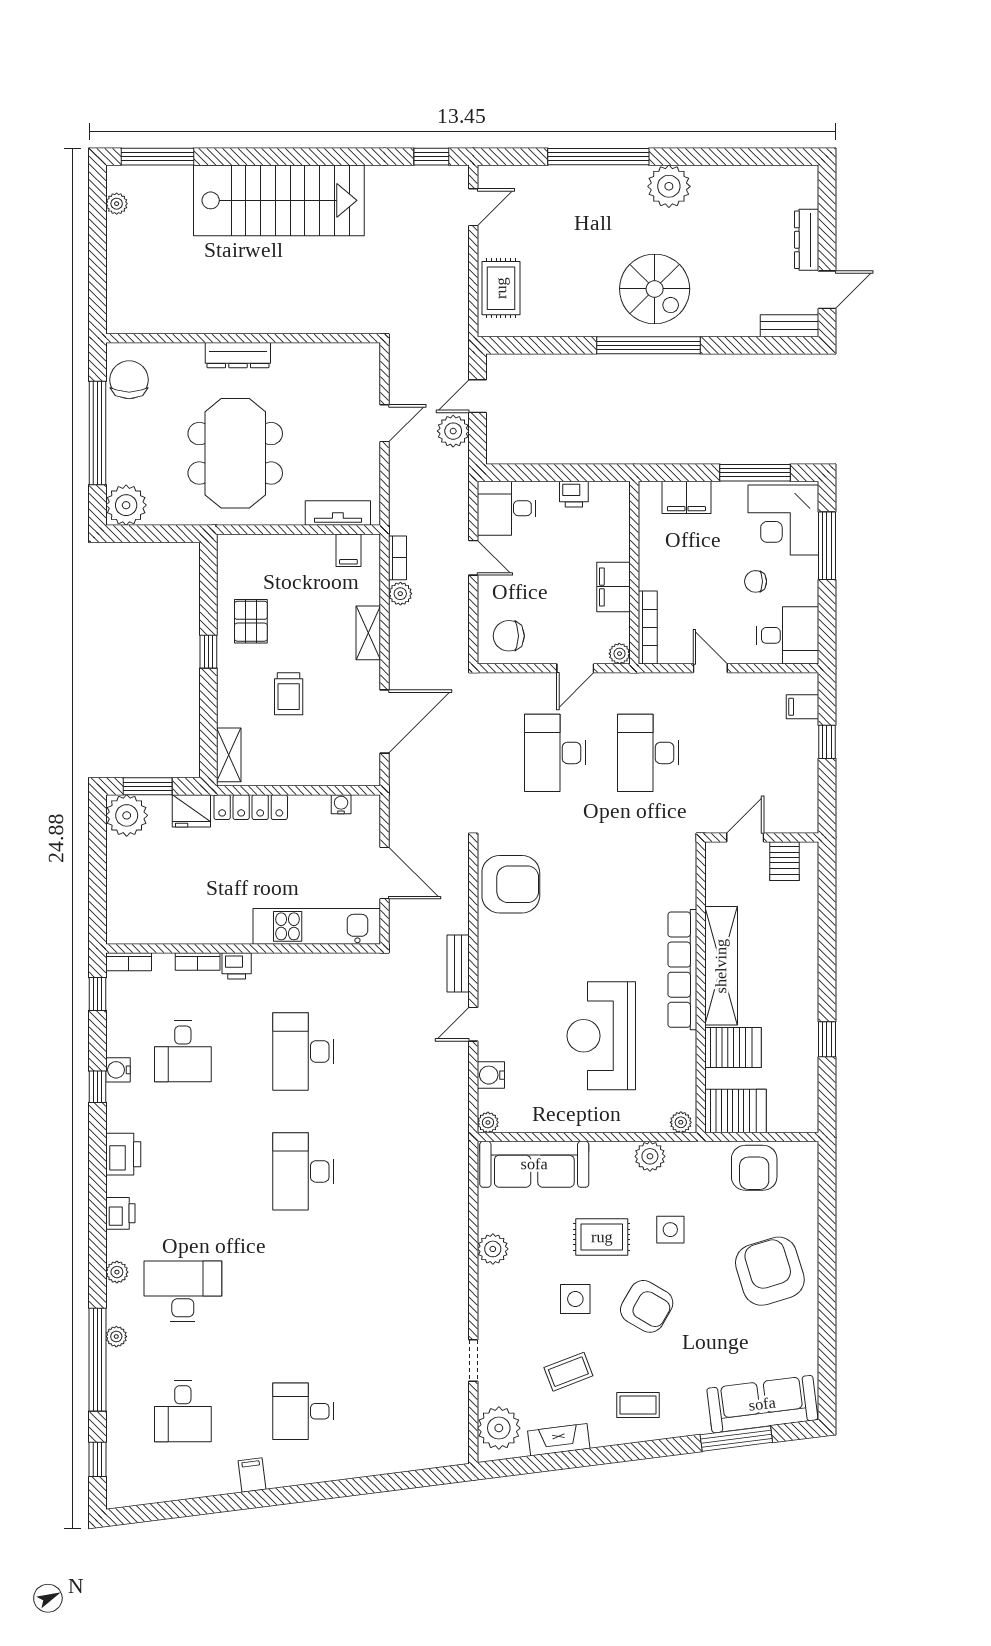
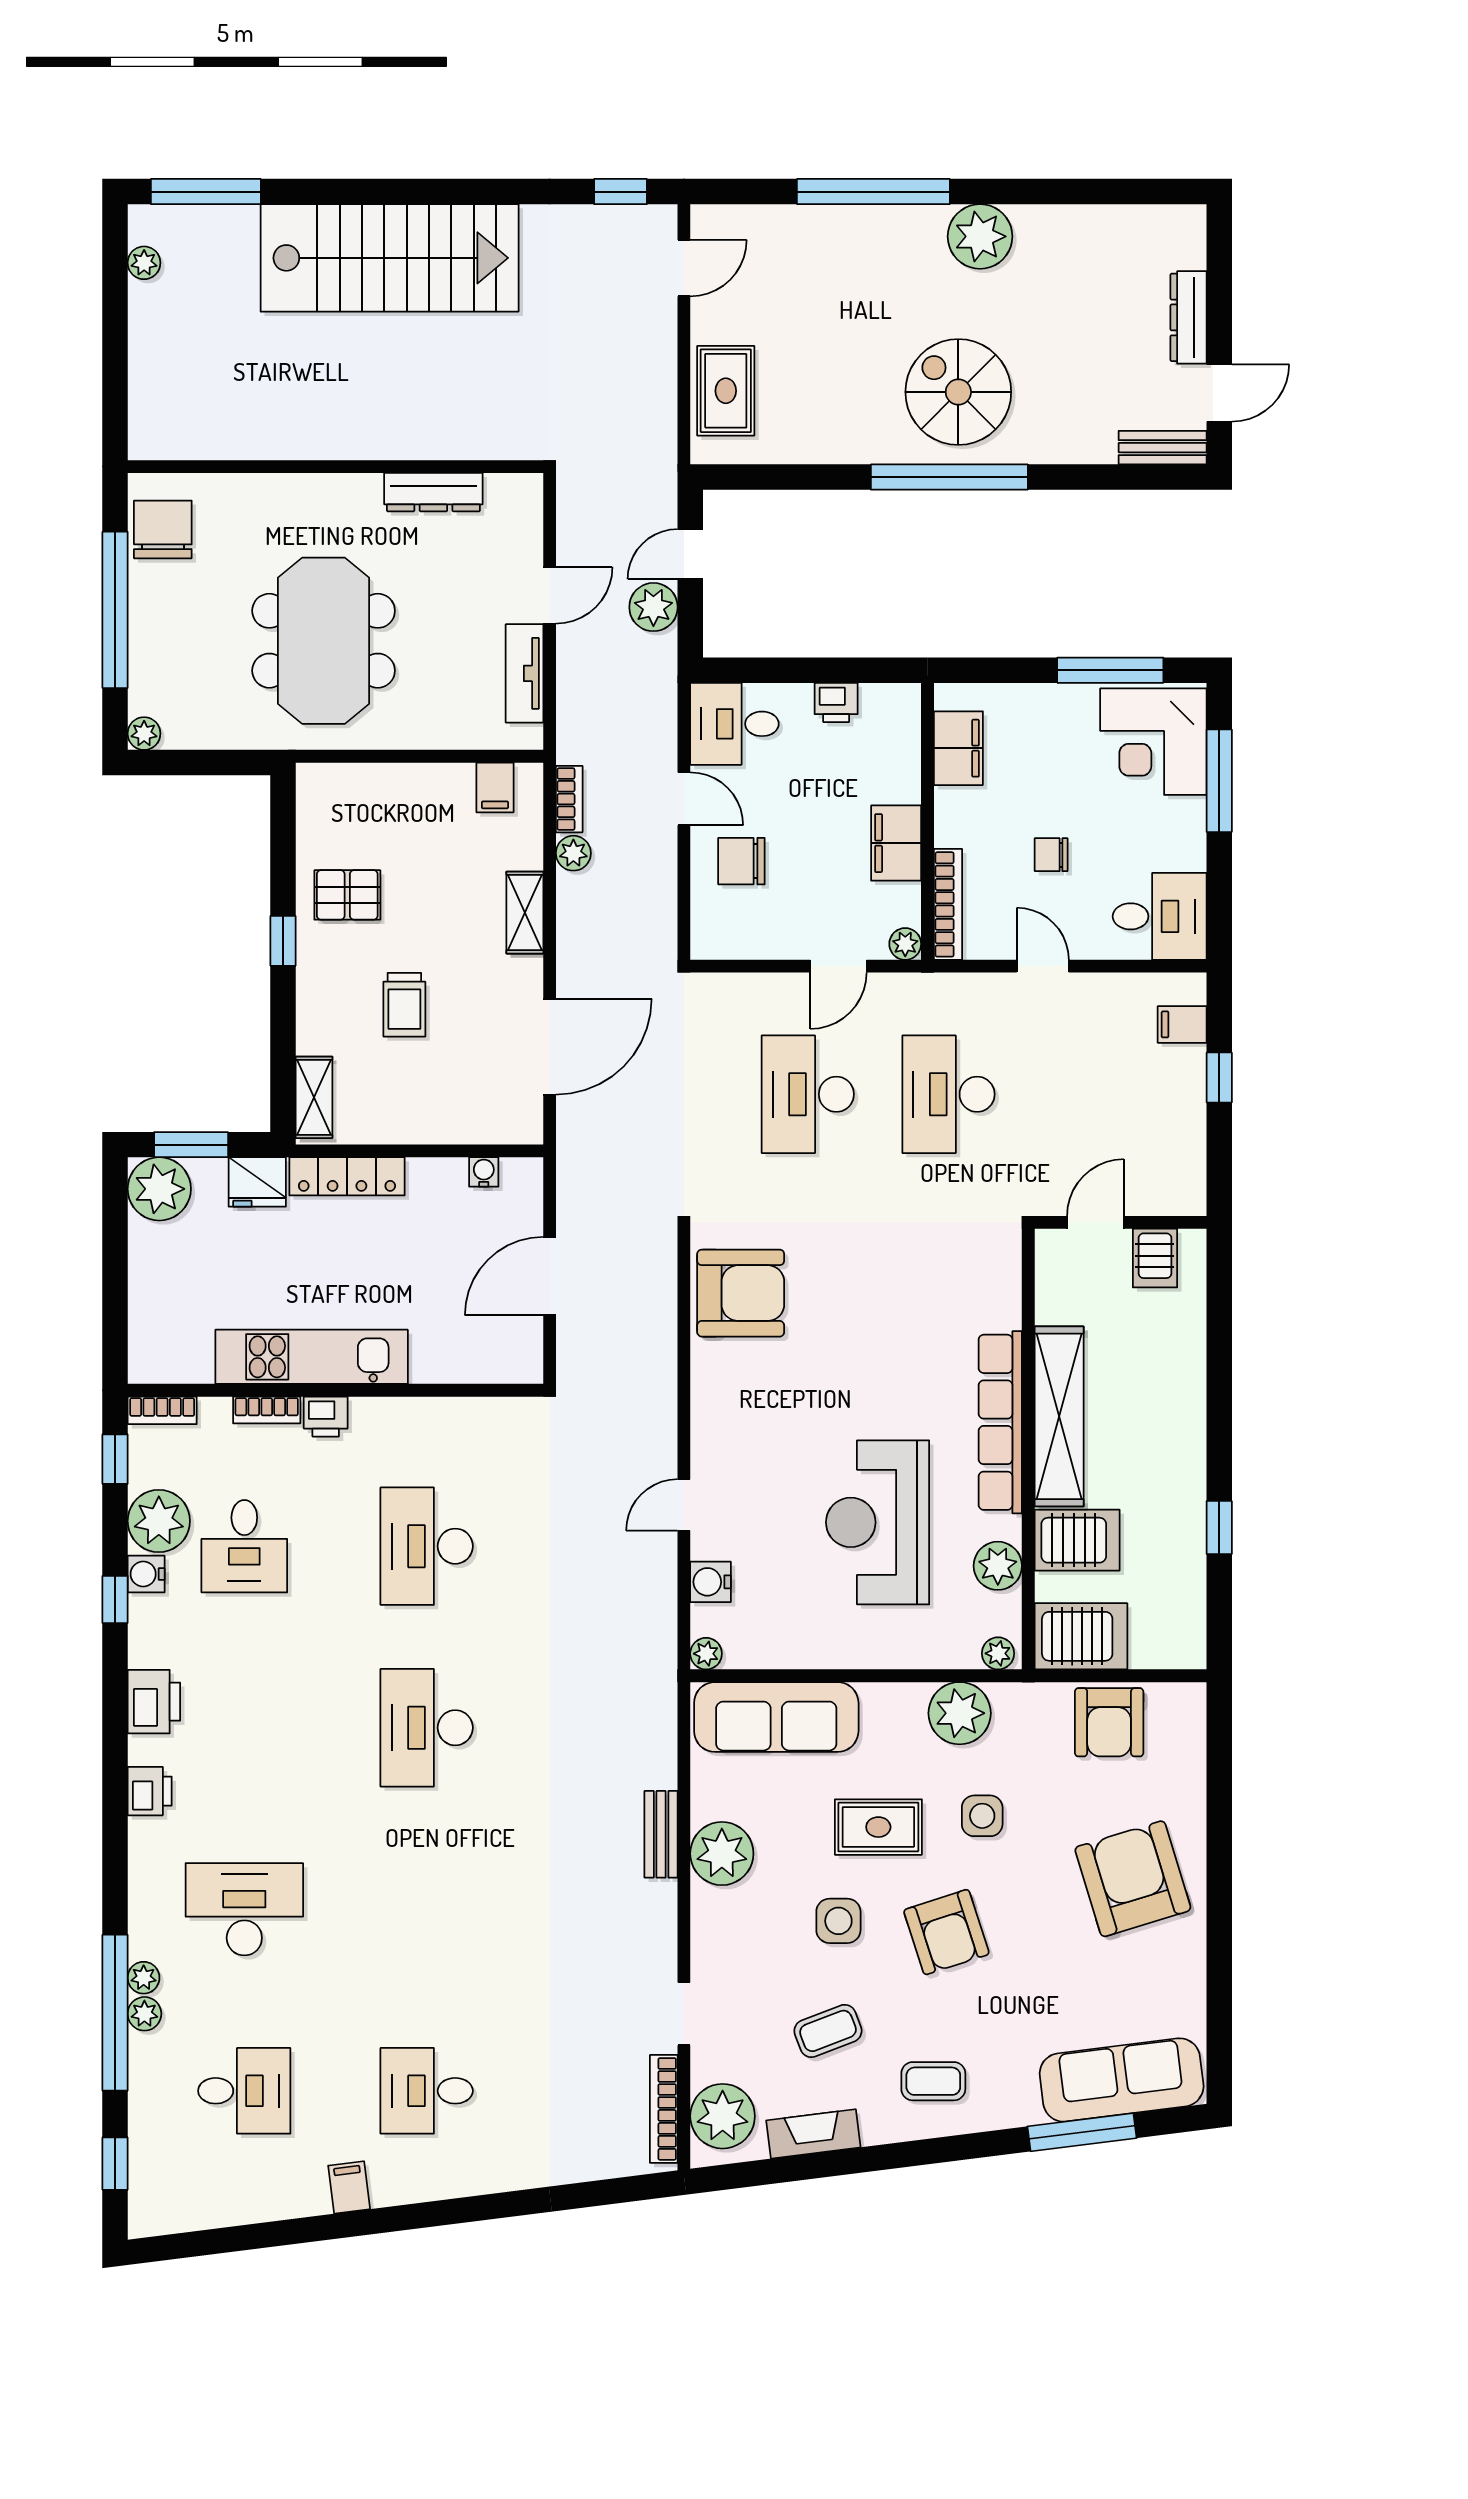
spiral stairs: (655, 289) -> (958, 392), turned 180
dresser: (238, 355) -> (433, 492), moved
filing cabinet: (686, 497) -> (958, 748), moved, turned -90
plant: (126, 505) -> (144, 734), width x0.53, depth x0.53
tv unit: (338, 513) -> (525, 673), moved, turned -90
chair: (756, 581) -> (1051, 855), moved
pallet: (251, 621) -> (347, 895), turned 90
chair: (509, 636) -> (741, 861), moved
door: (385, 873) -> (550, 1276), swing flipped
kitchen unit: (317, 926) -> (312, 1357), moved
bench: (458, 963) -> (661, 1834), moved
plant: (126, 1035) -> (159, 1521), added
plant: (681, 1064) -> (998, 1566), added
plant: (650, 1156) -> (960, 1713), width x1.36, depth x1.36
plant: (493, 1249) -> (722, 1854), width x1.36, depth x1.36
plant: (117, 1272) -> (144, 2014), moved
armchair: (647, 1306) -> (946, 1932), turned 42
desk: (183, 1411) -> (244, 2091), turned -90
bookcase: (460, 1423) -> (664, 2109), added

